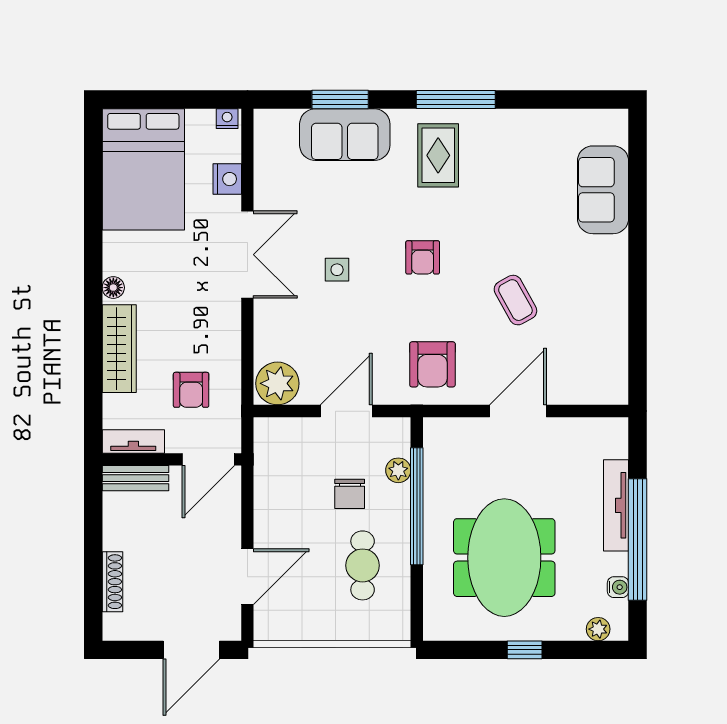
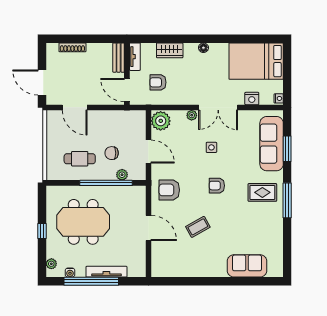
sofa: (345, 135) -> (272, 144), width x1.36
plant: (265, 314) -> (192, 115), added
wardrobe: (119, 349) -> (170, 50), width x0.67

